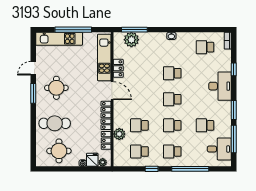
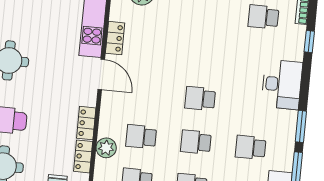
window: (234, 69) -> (309, 42), moved
school desk: (172, 73) -> (204, 55), removed
locker: (106, 115) -> (86, 123), width x0.66

